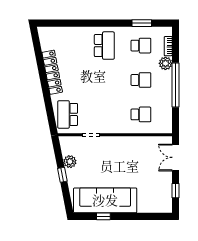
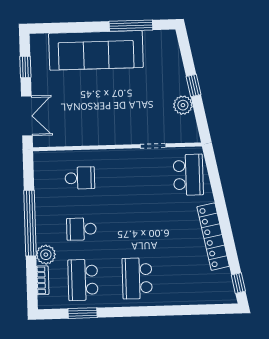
window: (36, 40) -> (238, 283), added
school desk: (141, 46) -> (83, 280), width x1.85
school desk: (141, 114) -> (80, 178), turned 180
sofa: (105, 200) -> (96, 50), moved
window: (103, 216) -> (131, 26), width x2.17

